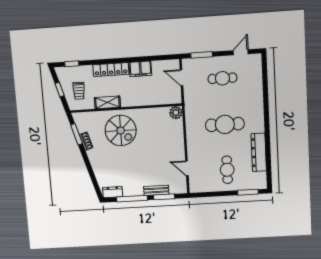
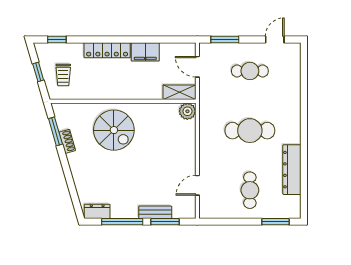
shelving: (107, 102) -> (179, 92), moved
door: (187, 168) -> (197, 185), hinge flipped

